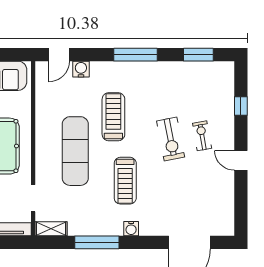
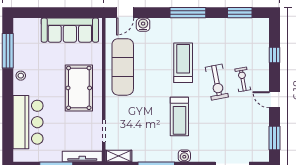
treadmill: (113, 117) -> (183, 63), moved
exercise mat: (75, 151) -> (123, 67), moved
window: (241, 207) -> (275, 138), added

